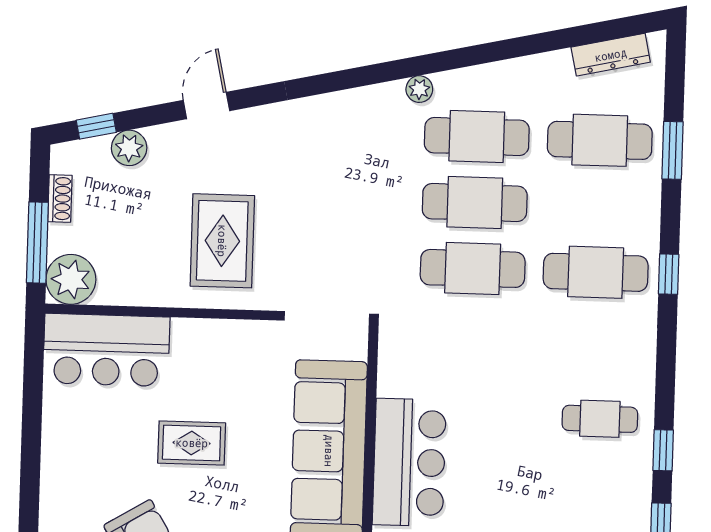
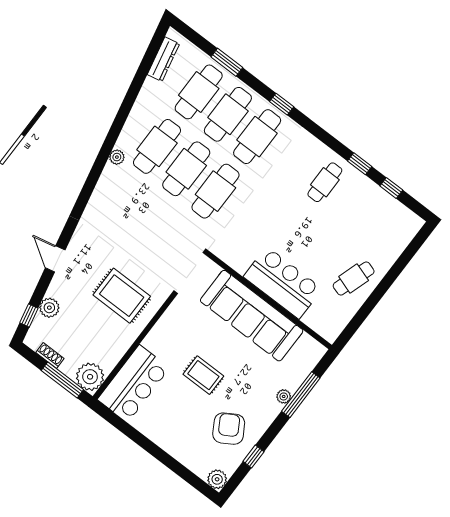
cafe table: (598, 206) -> (228, 114), added
rug: (192, 443) -> (203, 375), turned 90

